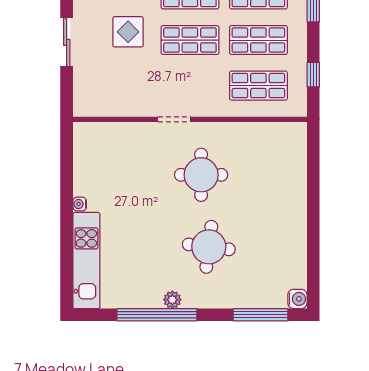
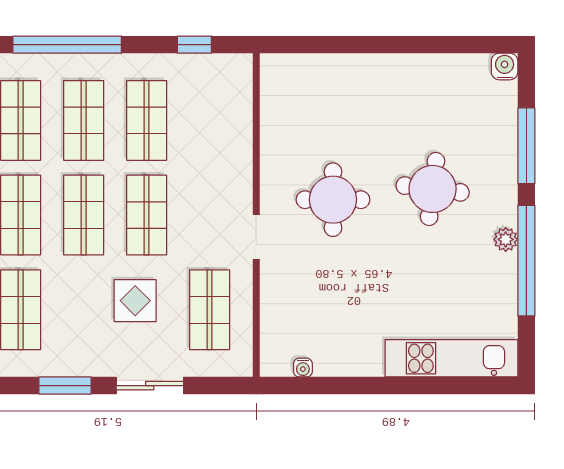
shop shelf: (258, 86) -> (210, 310), moved
water cooler: (80, 204) -> (303, 368), moved
window: (261, 315) -> (526, 146), moved

